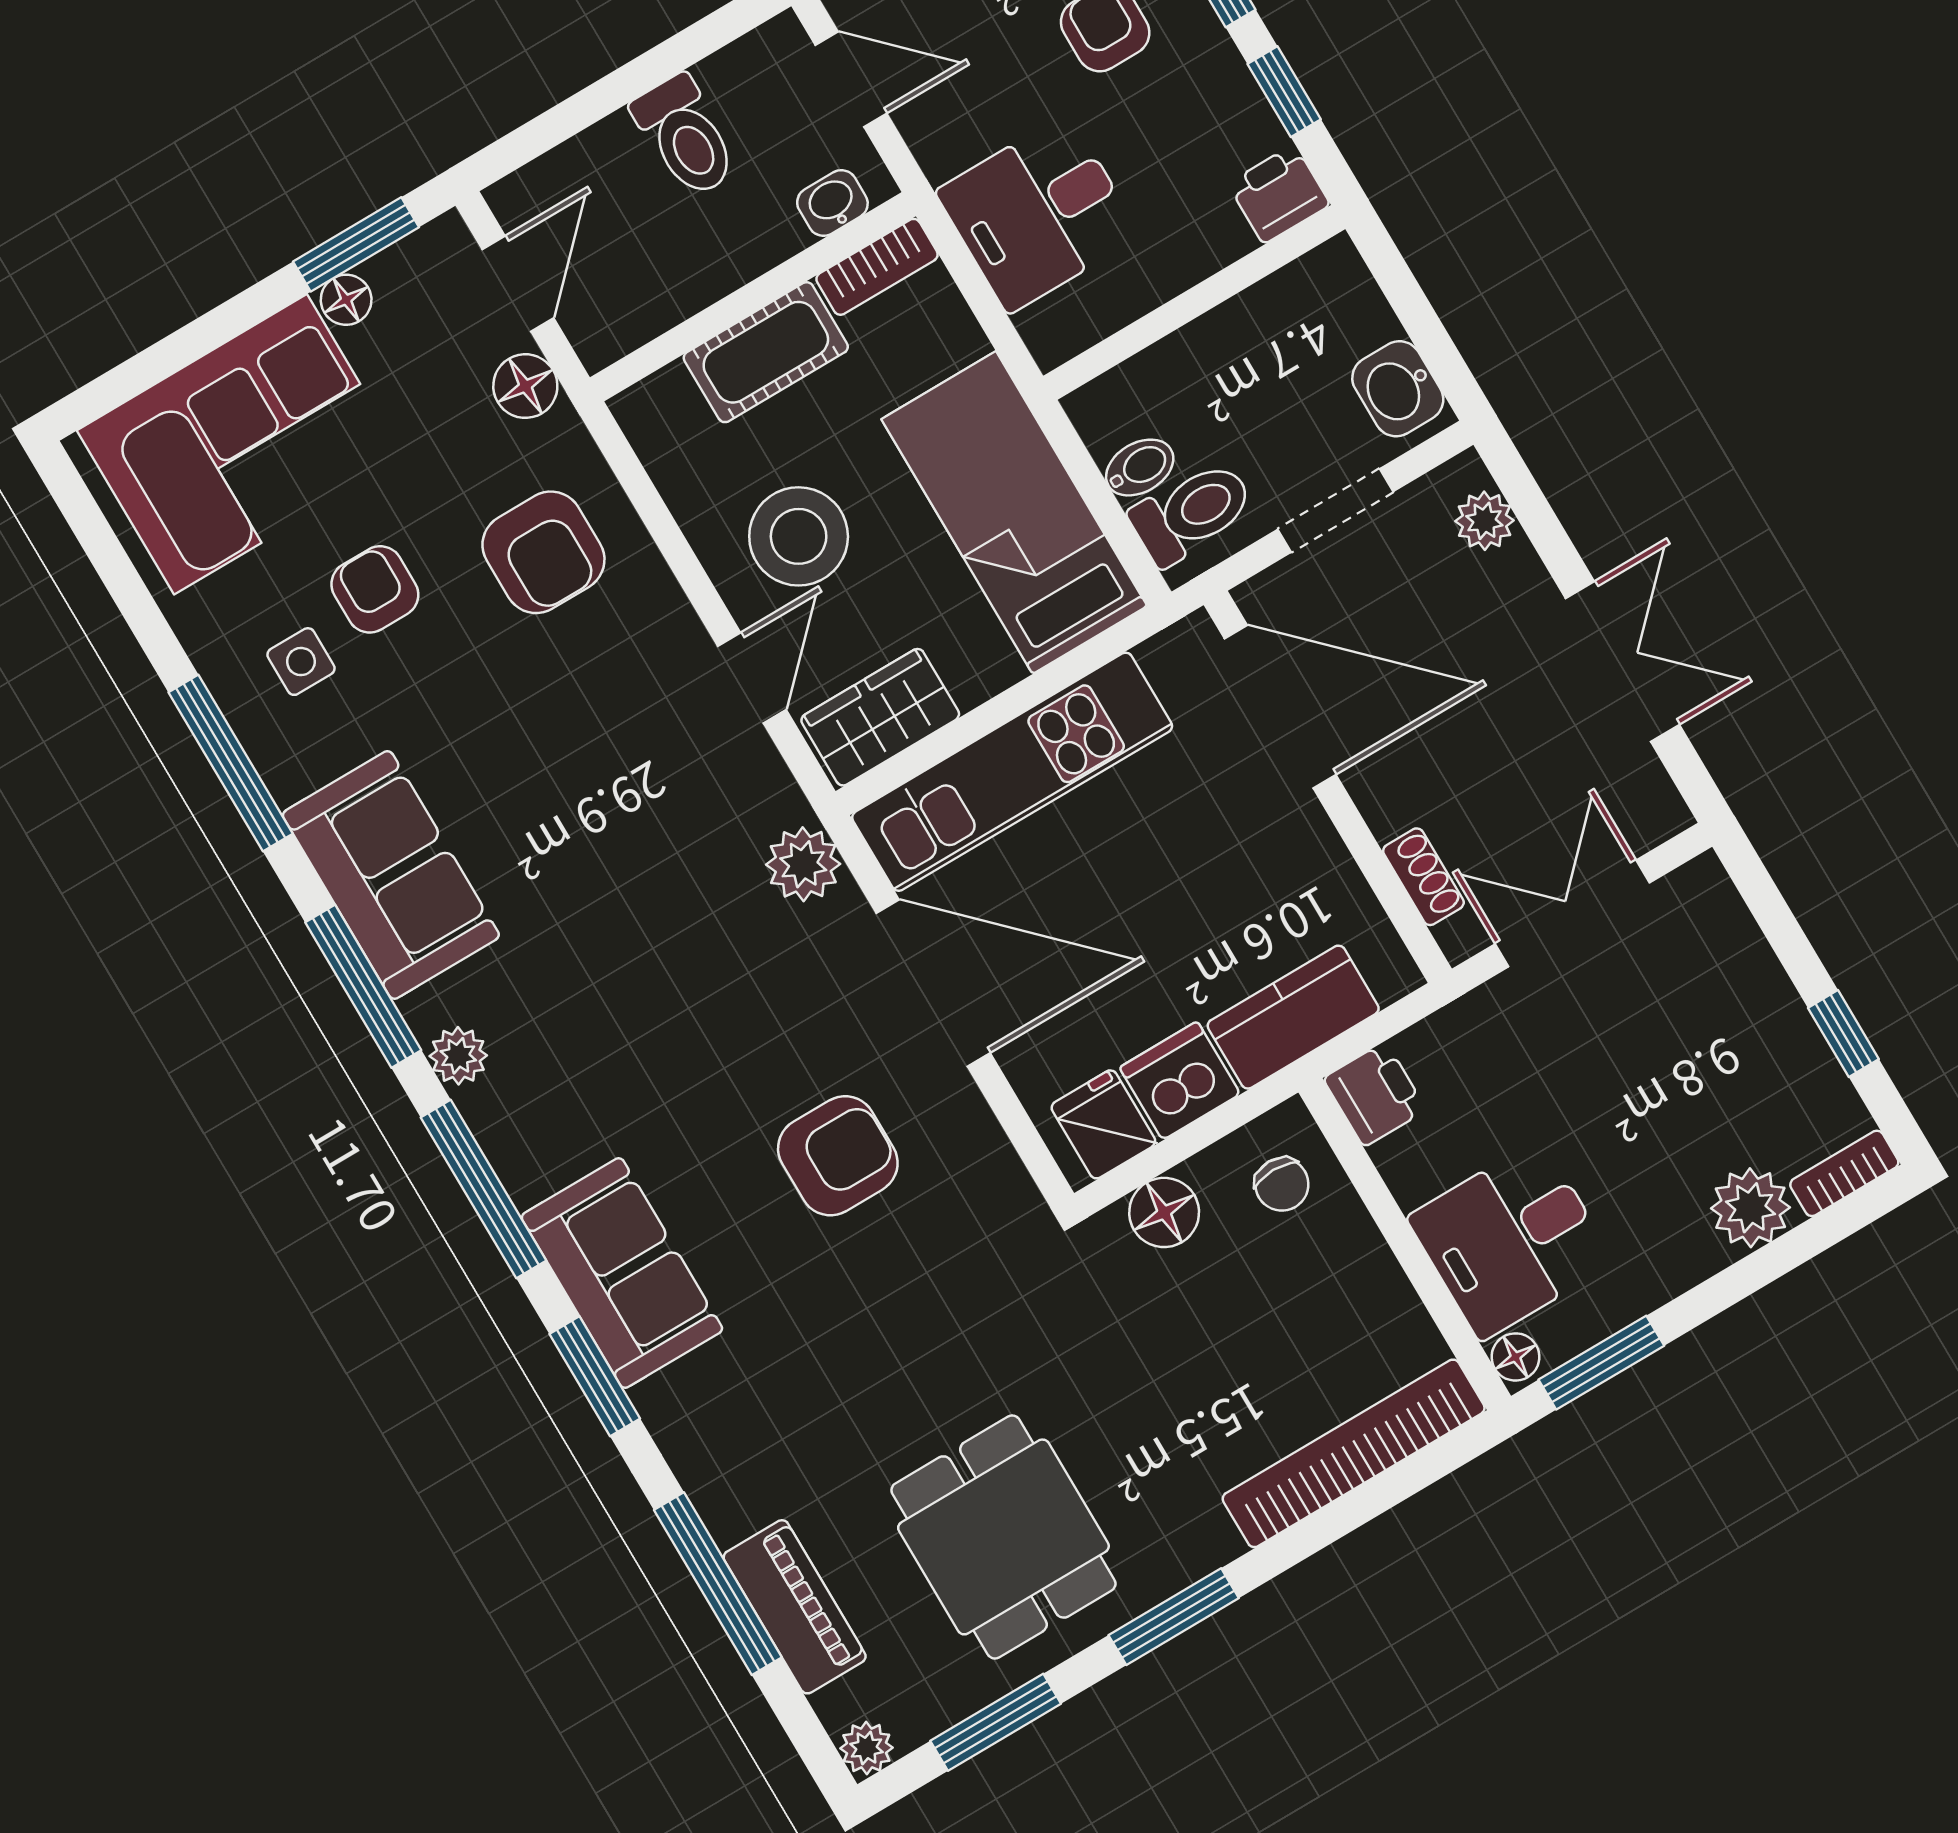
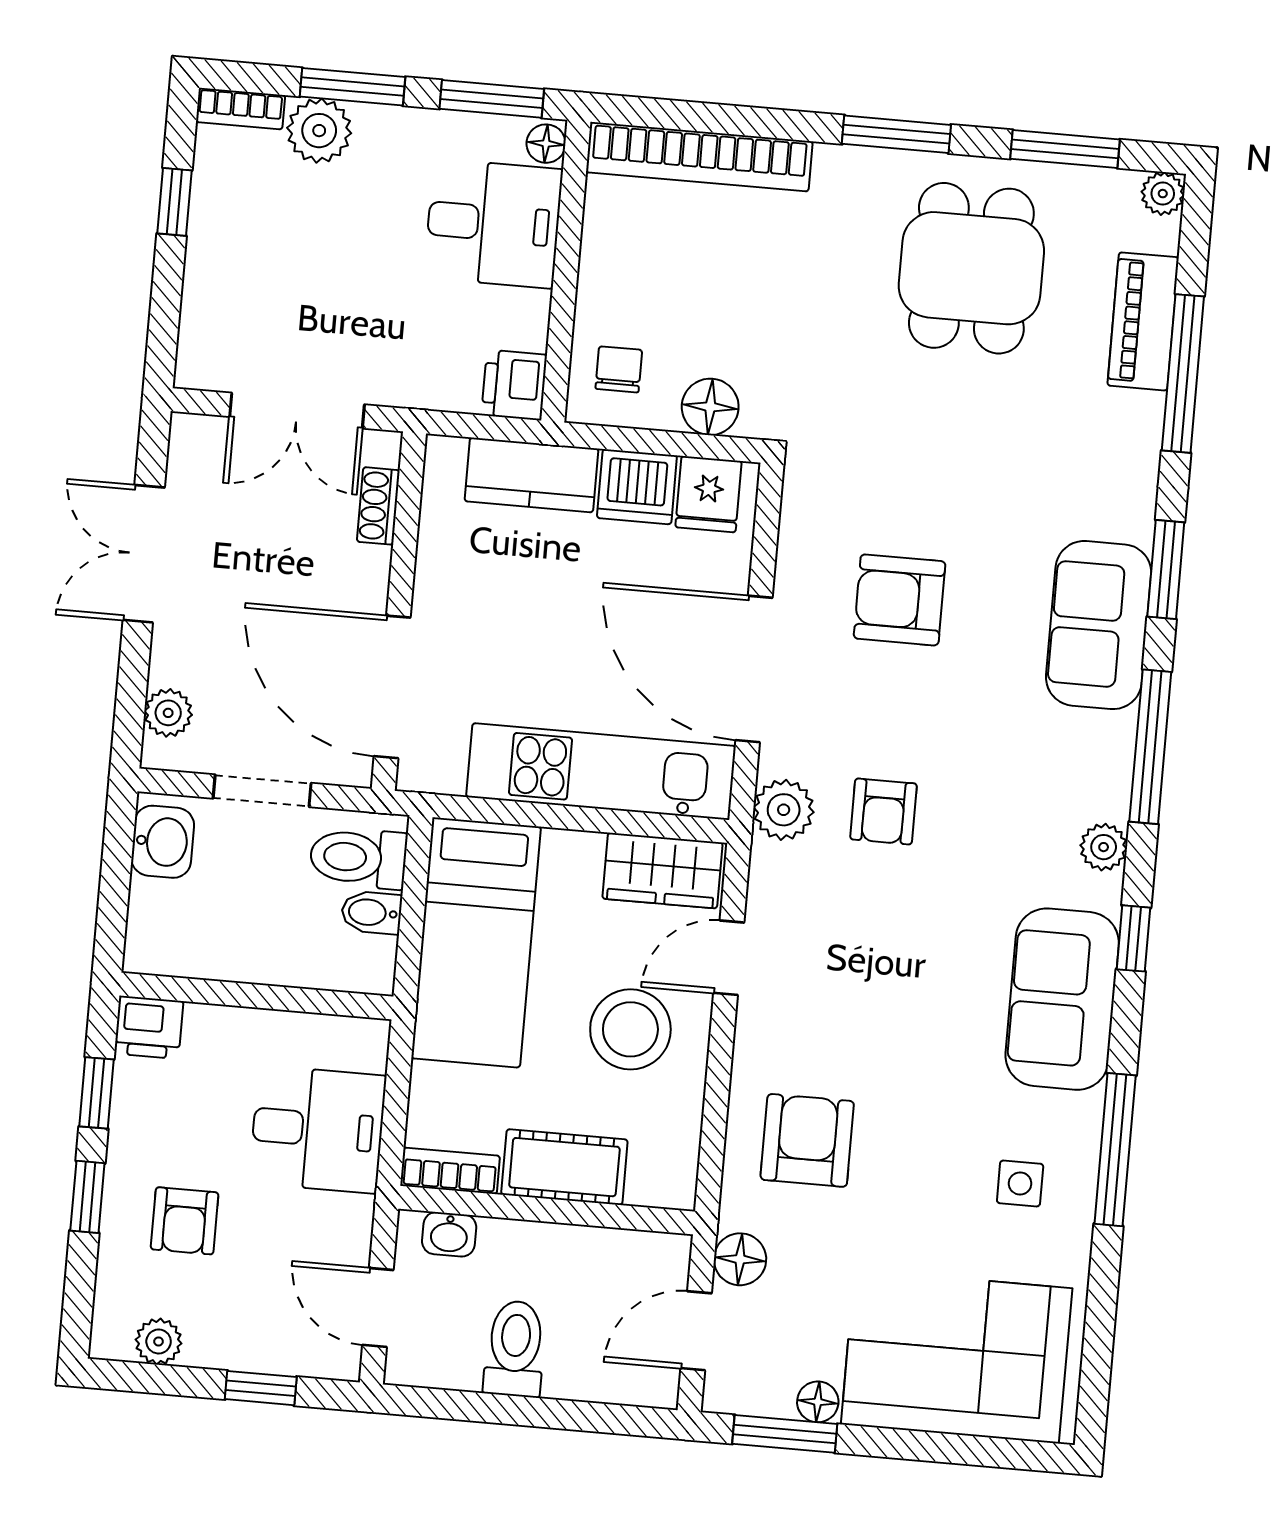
armchair: (375, 589) -> (883, 811), moved
window: (363, 986) -> (1134, 938), width x0.46
window: (1749, 1275) -> (352, 87), added

